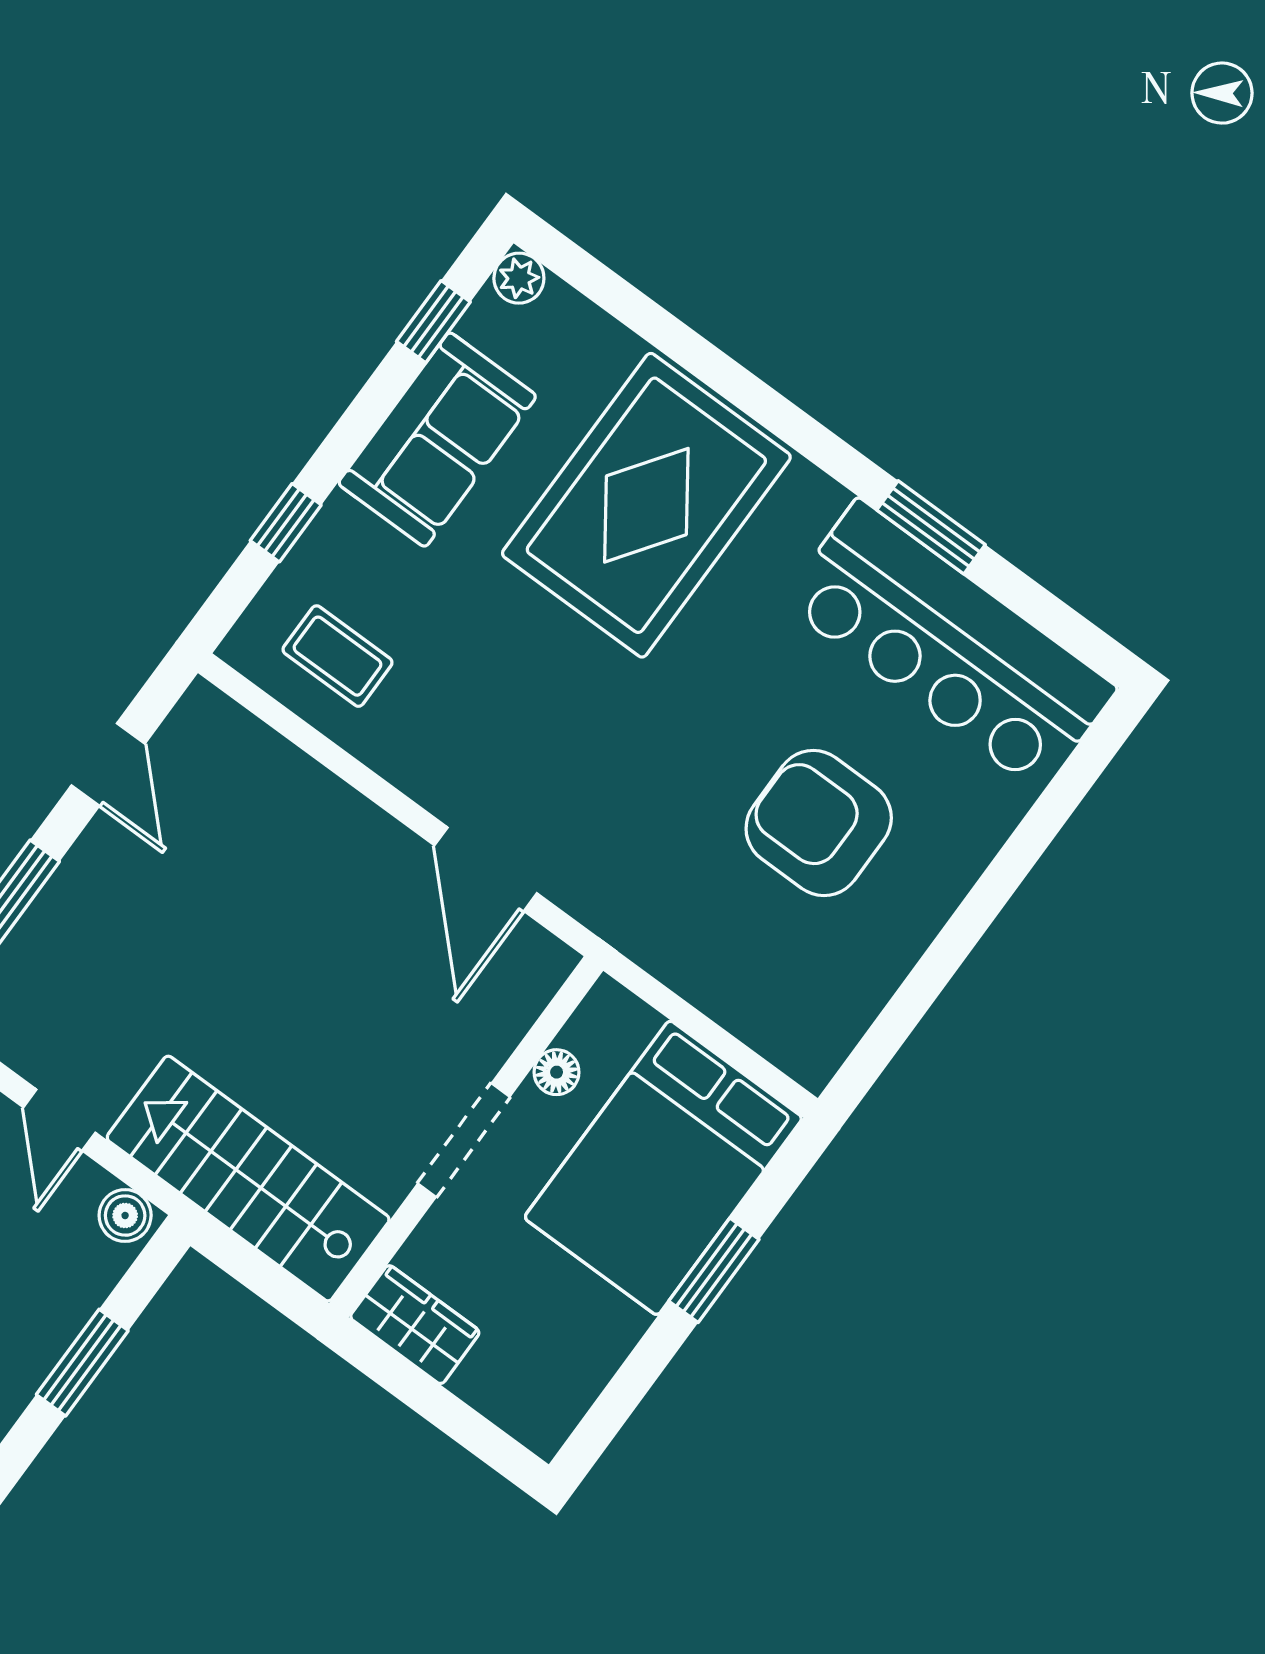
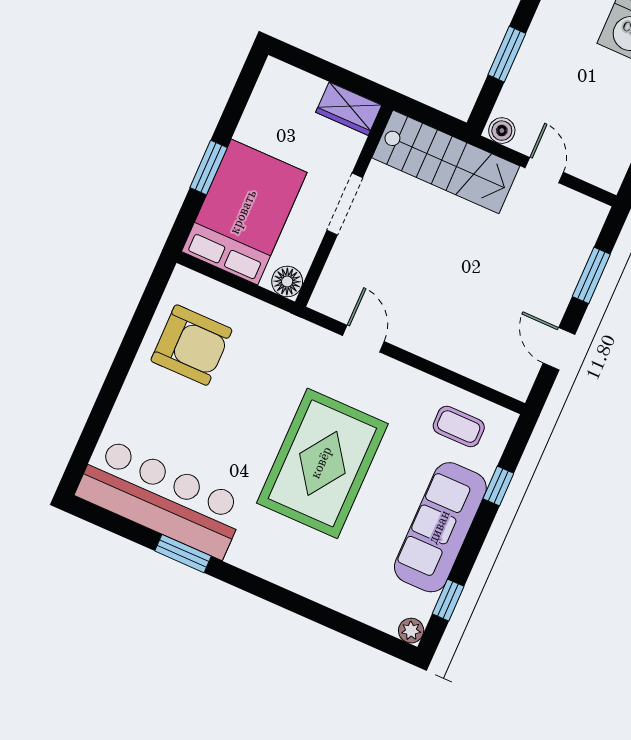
sofa: (437, 440) -> (440, 527), width x1.36
rug: (646, 505) -> (322, 463), moved
armchair: (819, 823) -> (191, 345), moved
door: (486, 869) -> (363, 339), width x0.73
floor lamp: (557, 1072) -> (287, 281), moved, width x1.37, depth x1.37

